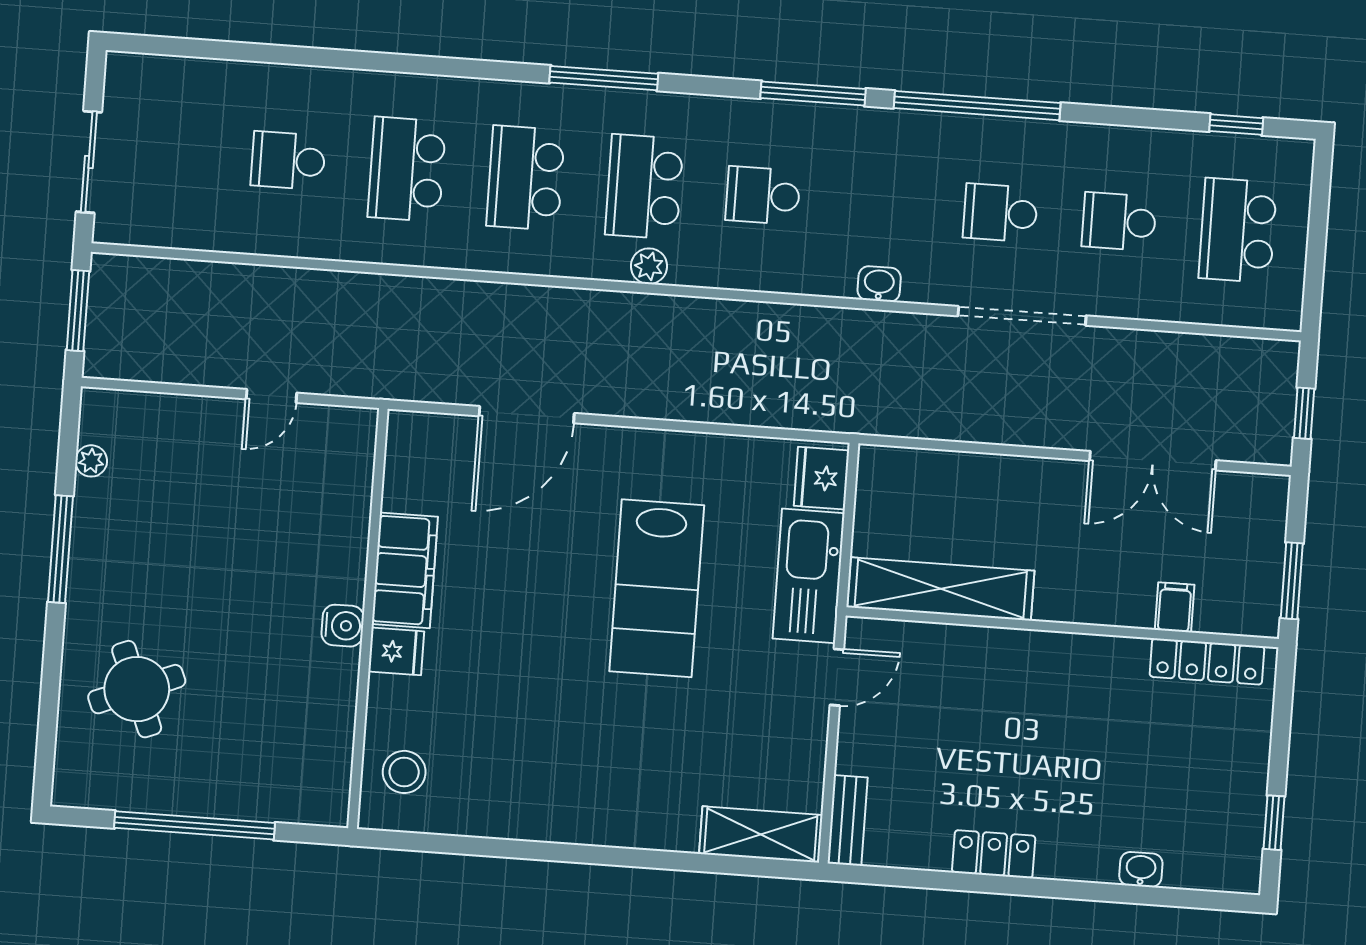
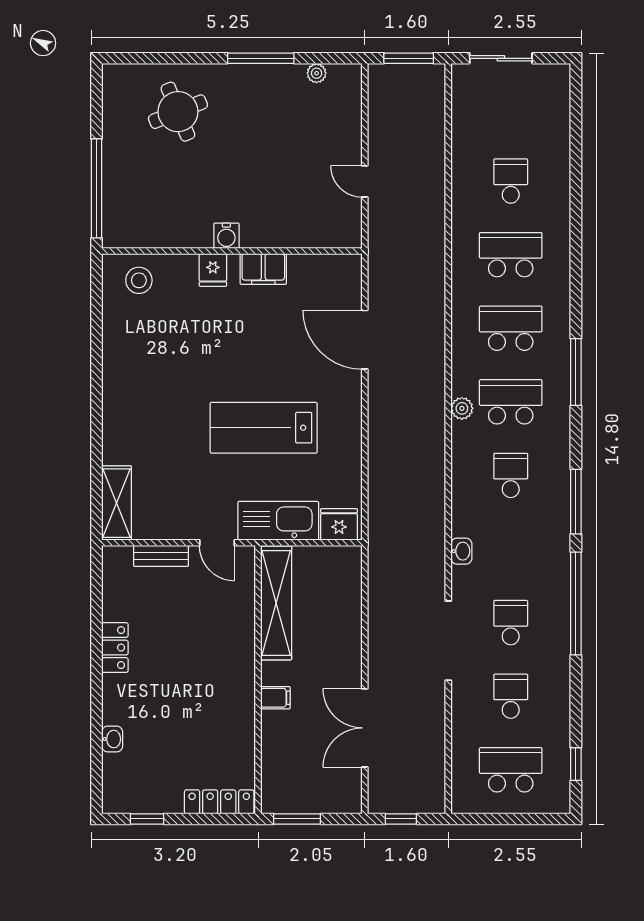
filing cabinet: (405, 570) -> (263, 269), width x0.67, depth x0.86
filing cabinet: (1175, 607) -> (275, 698), moved
locker: (1207, 662) -> (219, 802), moved, turned 90
bench: (848, 820) -> (161, 556), moved
window: (195, 825) -> (96, 188), moved

